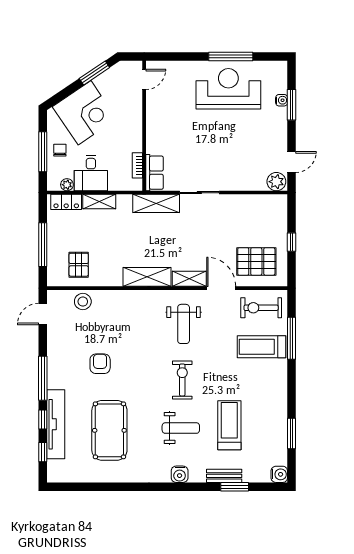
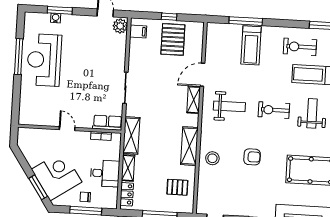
window: (94, 73) -> (38, 187), moved
door: (144, 79) -> (67, 129), moved
plant: (67, 185) -> (113, 193), removed
shelving: (156, 203) -> (131, 135), moved
filing cabinet: (271, 204) -> (138, 31), added
pallet: (256, 261) -> (173, 39), moved
shelving: (147, 277) -> (189, 146), moved
stool: (83, 302) -> (212, 158), moved
exercise bike: (261, 308) -> (300, 47), moved, turned 90
armchair: (100, 364) -> (252, 157), moved, turned 180

